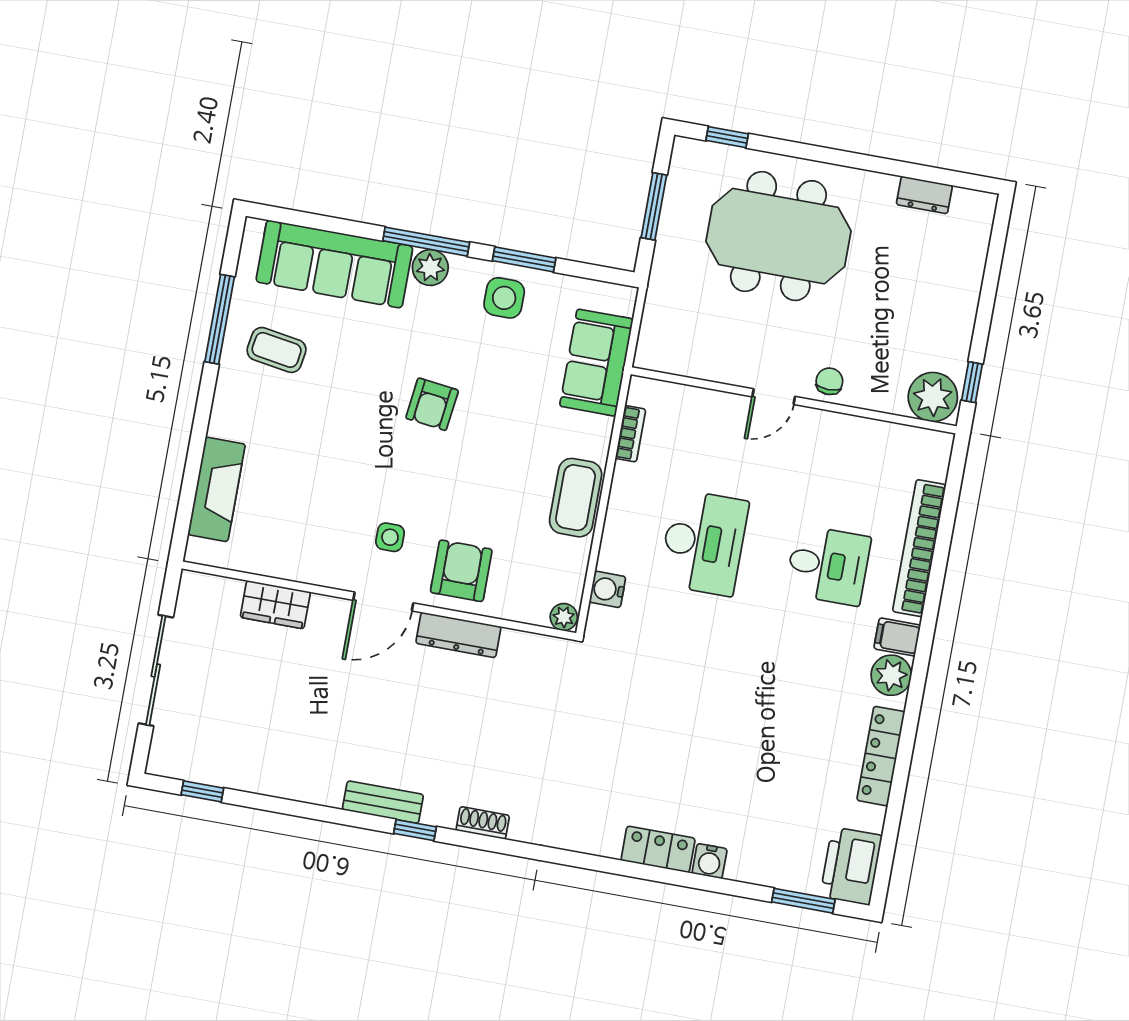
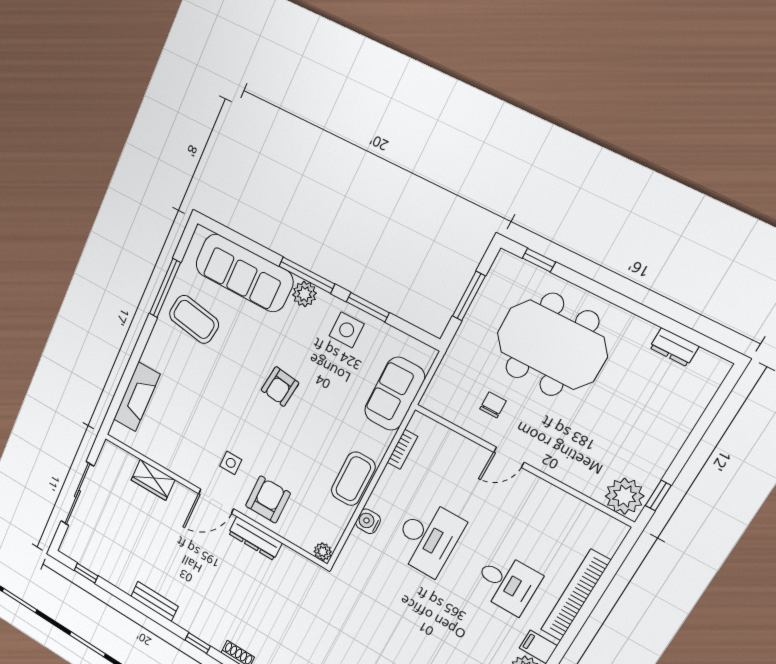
coffee table: (277, 350) -> (194, 319), width x1.36, depth x1.30
chair: (829, 381) -> (493, 405), moved
water cooler: (607, 589) -> (368, 521), moved
bench: (383, 802) -> (155, 601), moved

